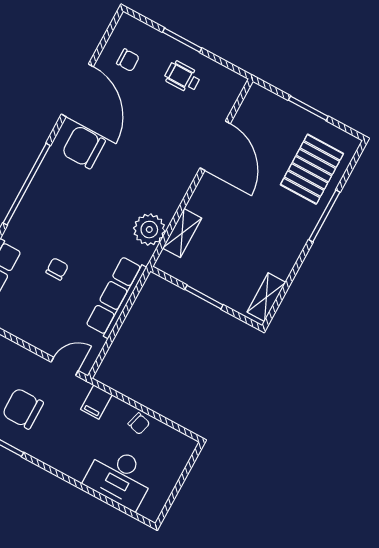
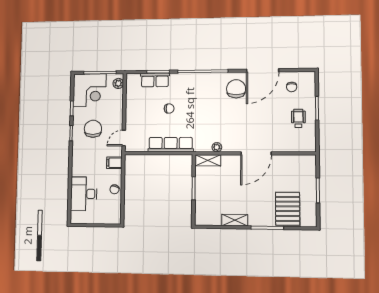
door: (215, 146) -> (256, 153), moved
pallet: (312, 169) -> (288, 209), turned 90
plant: (149, 230) -> (217, 147), width x0.53, depth x0.53
shelving: (182, 233) -> (208, 160), moved
shelving: (266, 297) -> (235, 220), moved
door: (65, 366) -> (124, 138), swing flipped

